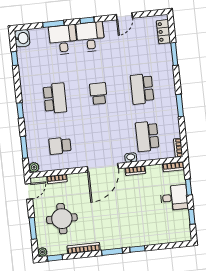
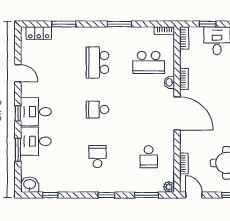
school desk: (142, 89) -> (97, 62), turned 90
school desk: (55, 98) -> (97, 157), width x0.54

